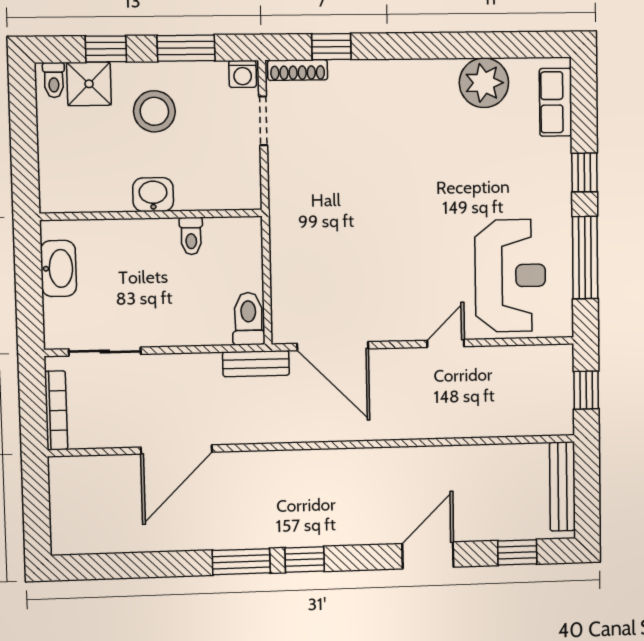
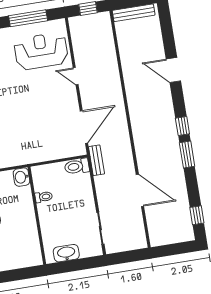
washbasin: (153, 195) -> (21, 177), moved
bookcase: (56, 410) -> (129, 246), removed
window: (517, 552) -> (197, 215), moved

